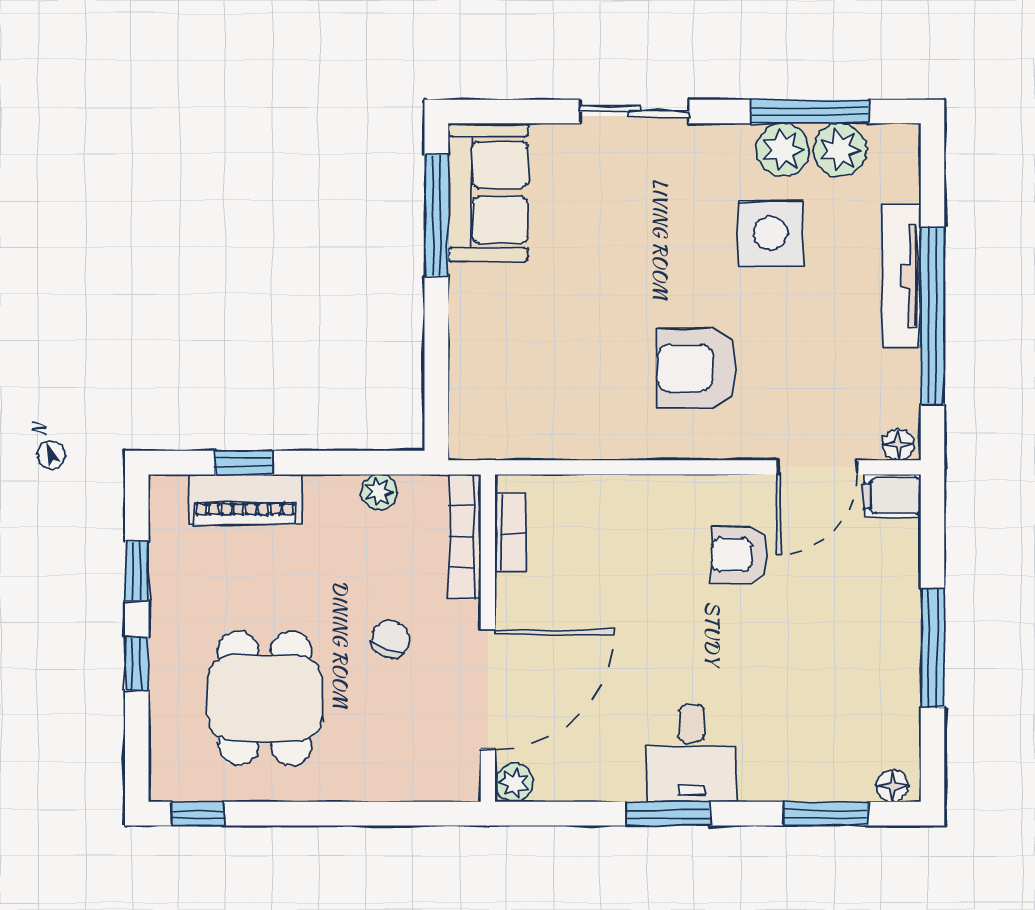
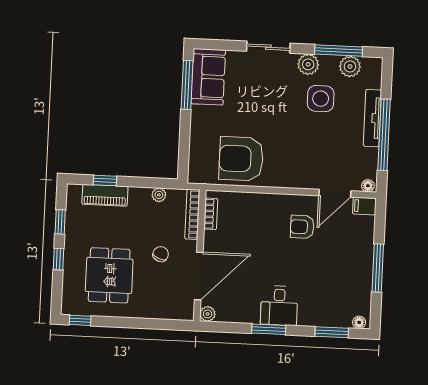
plant: (783, 150) -> (308, 64), moved
armchair: (696, 368) -> (241, 159), moved, width x1.36, depth x1.36

